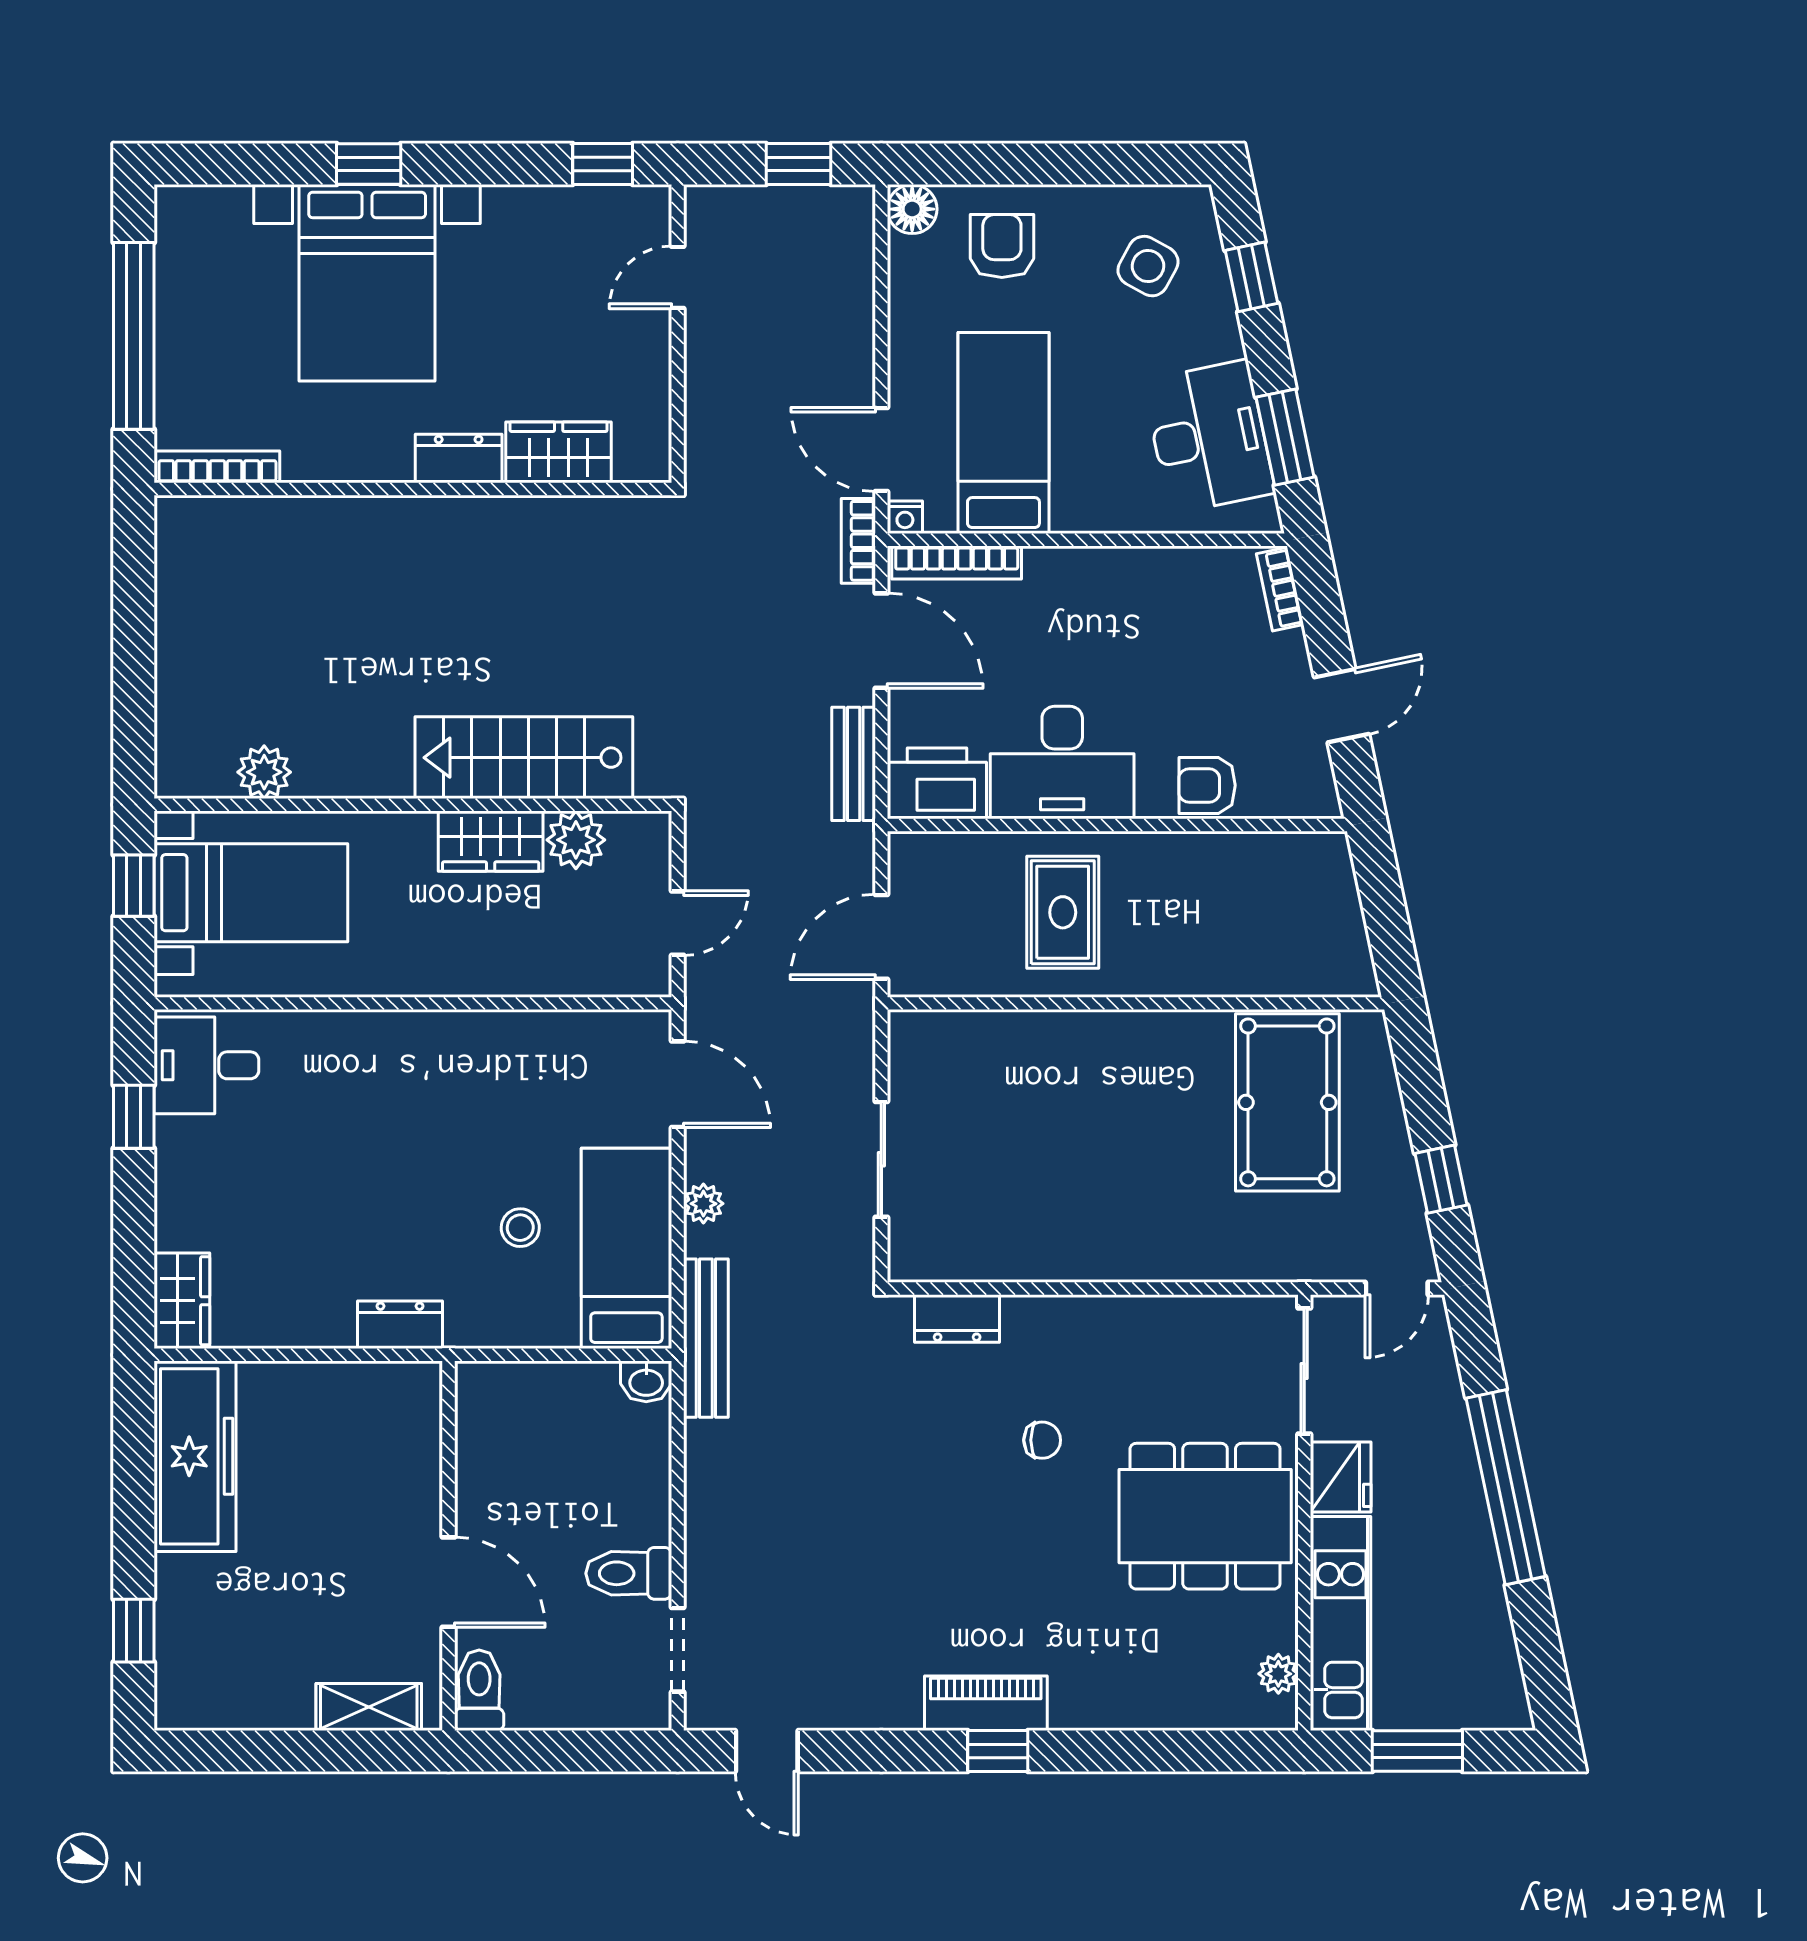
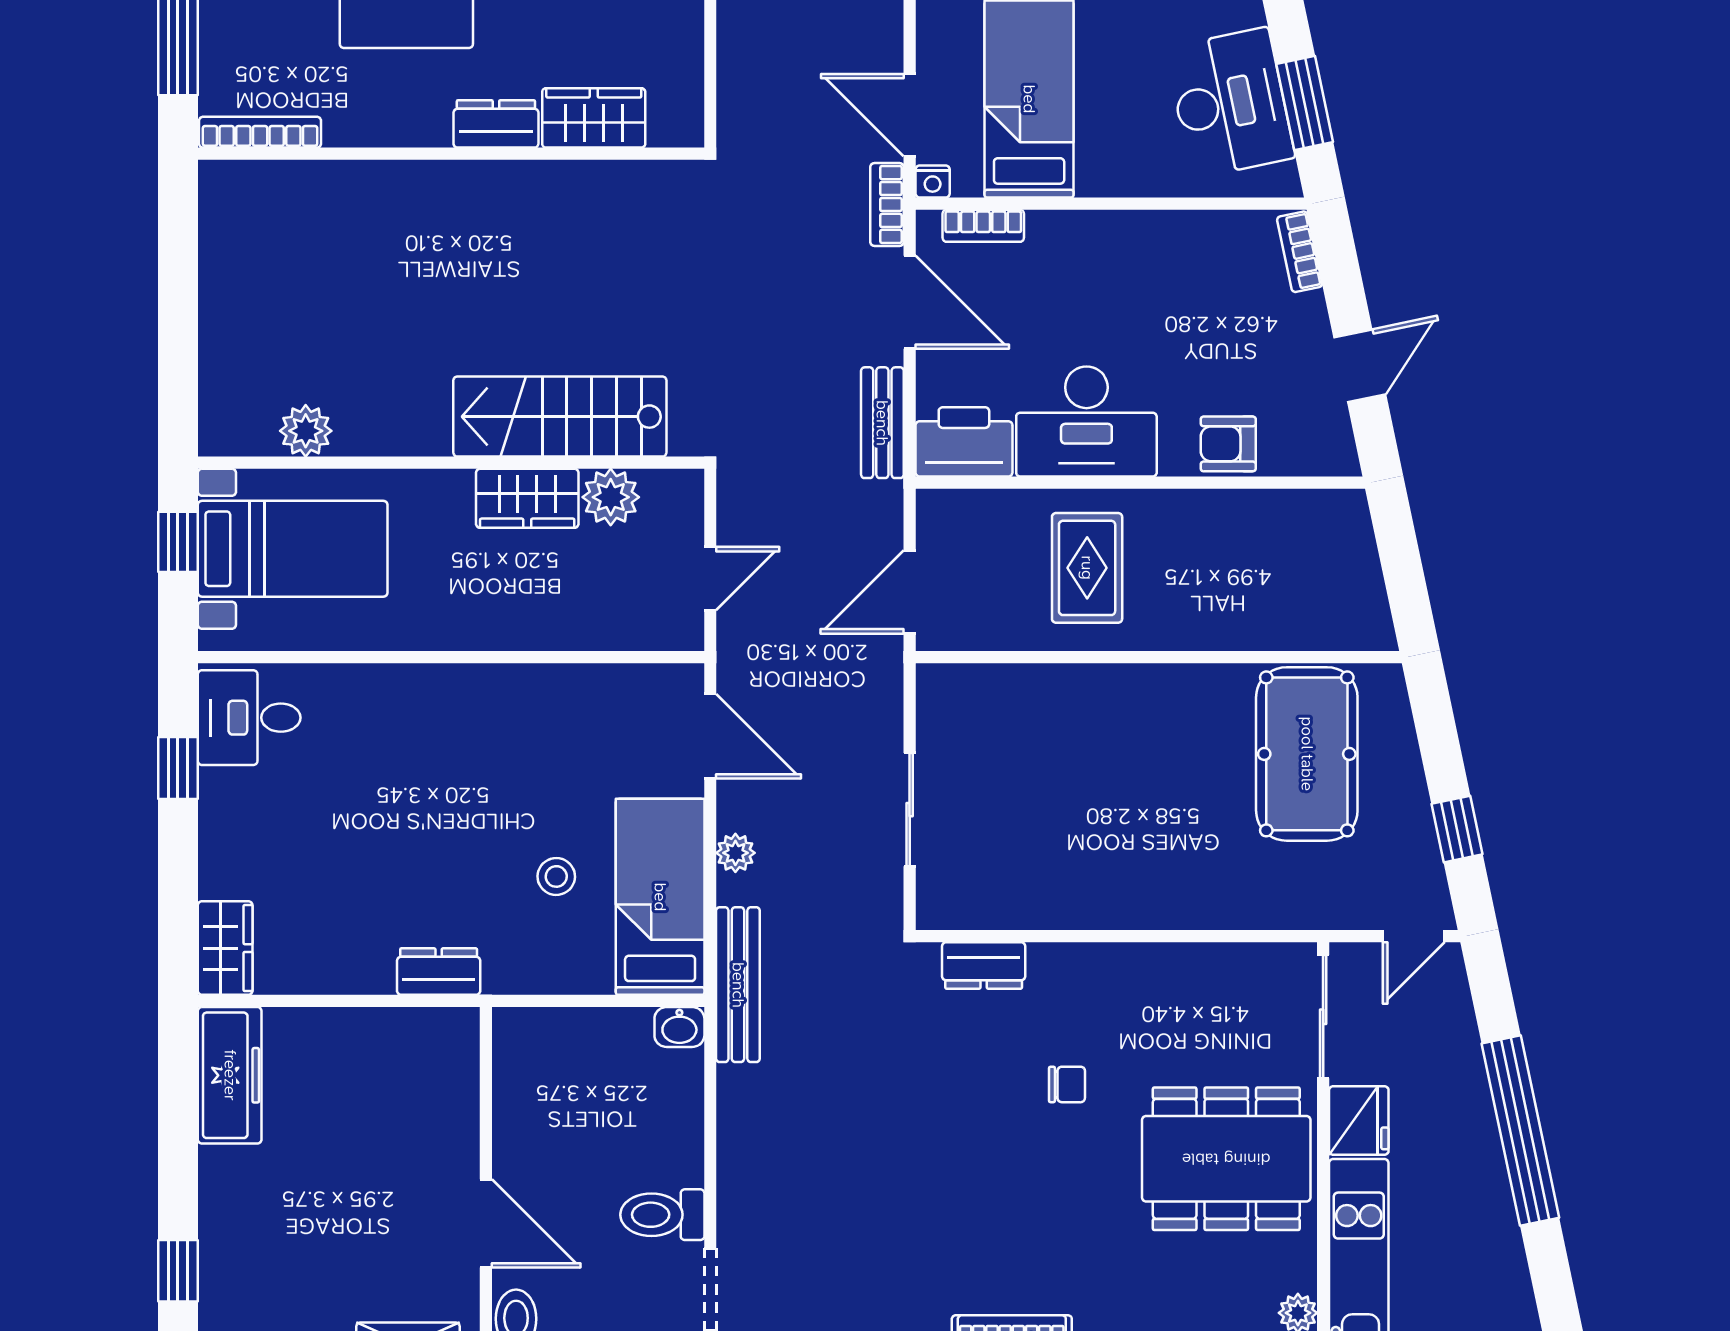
bookcase: (957, 563) -> (983, 226), width x0.64
freezer: (195, 1456) -> (230, 1075), width x0.73, depth x0.79

